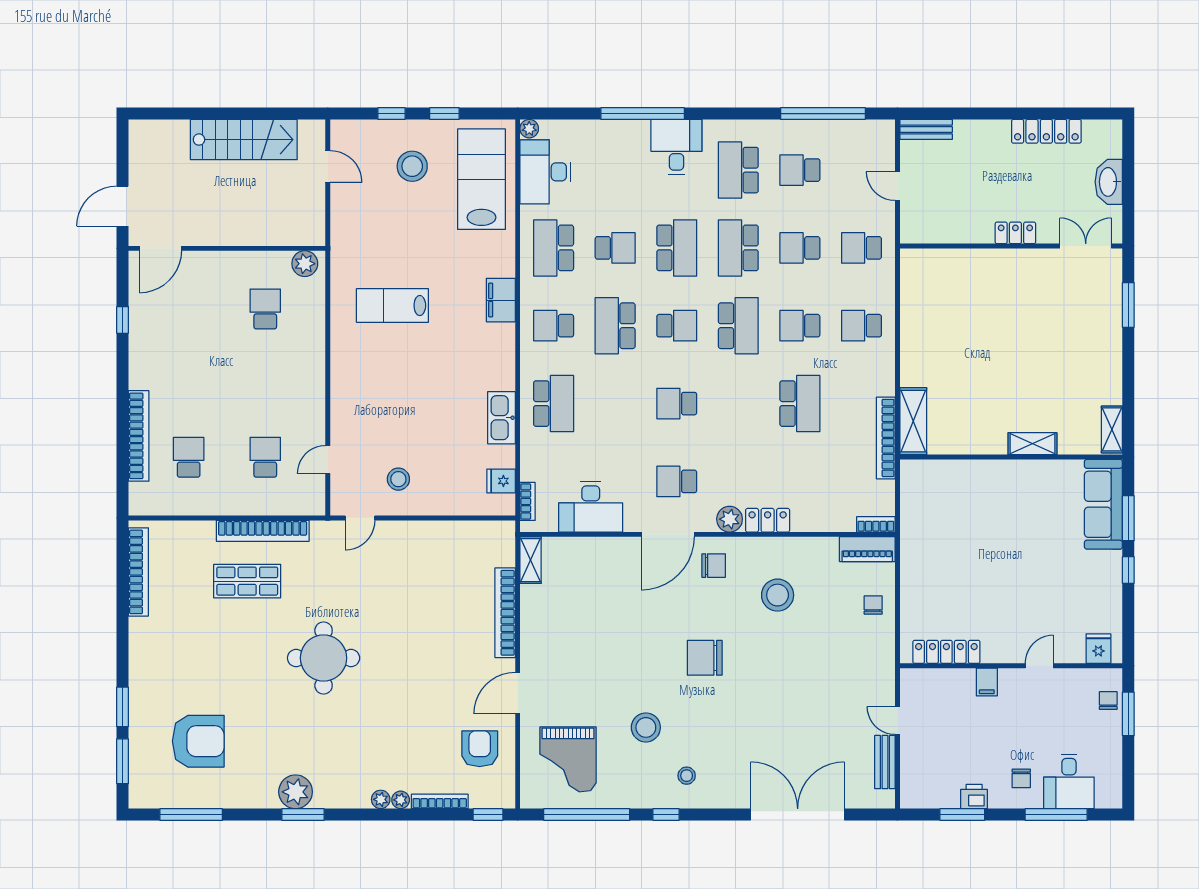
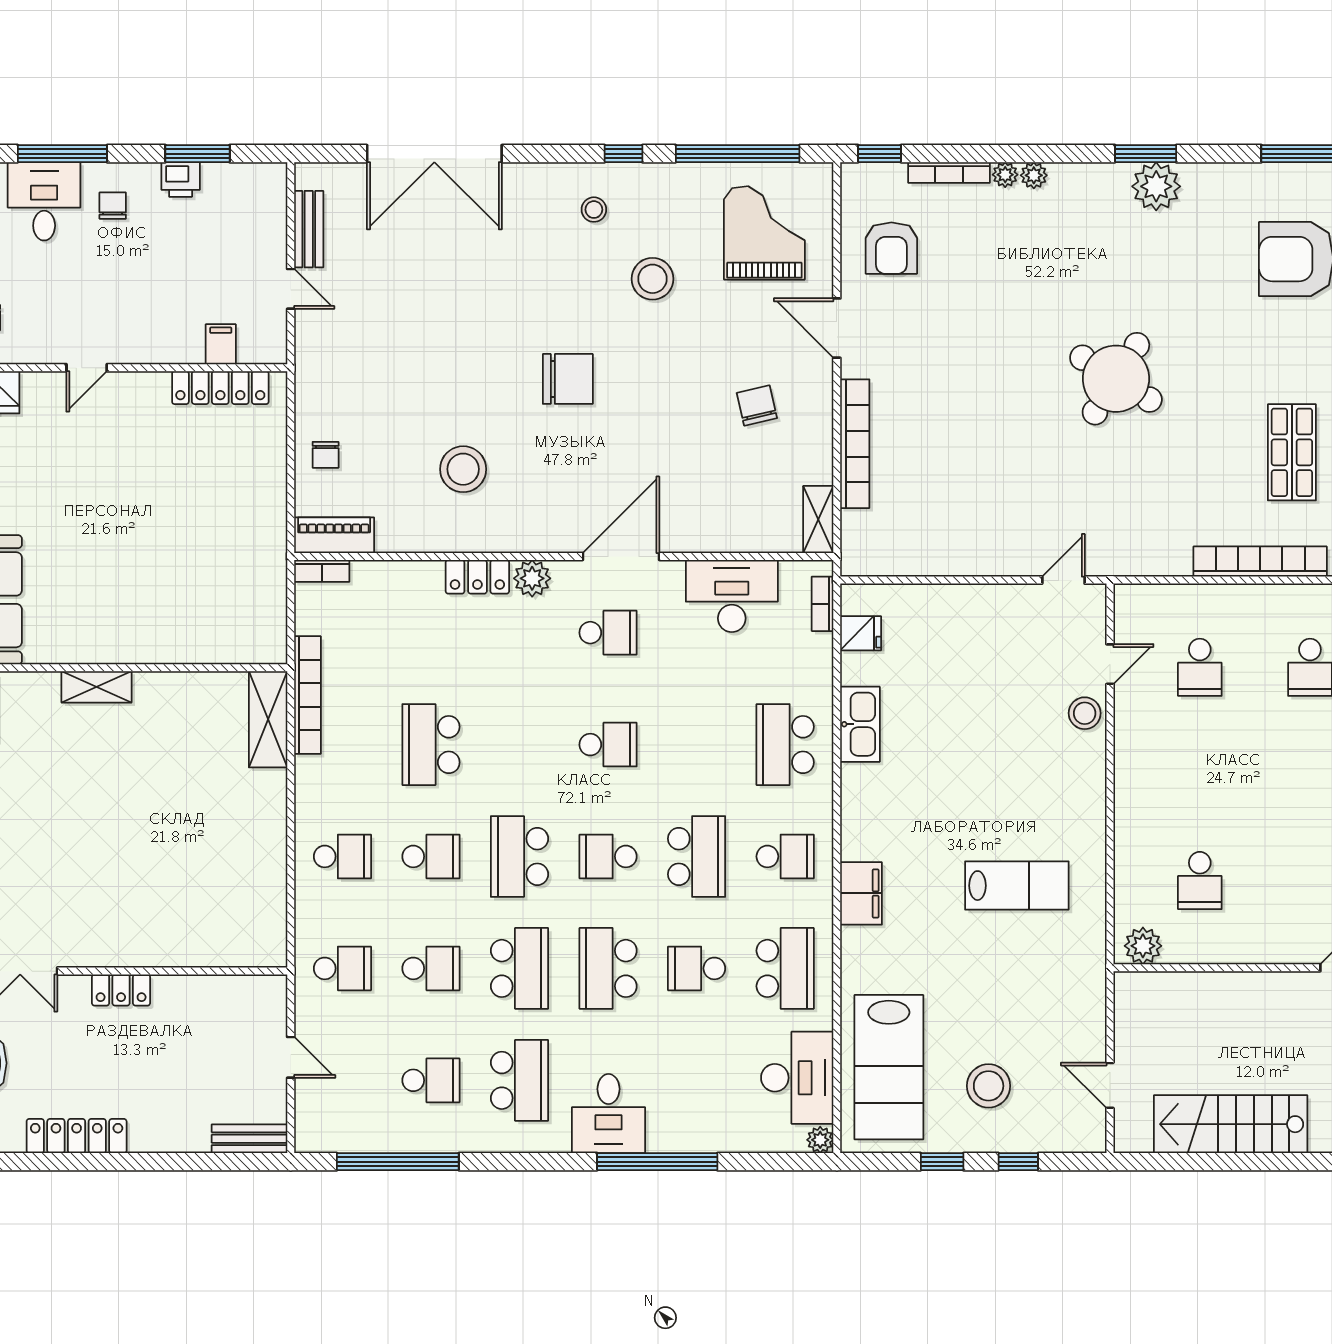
stool: (398, 479) -> (1085, 713), moved
bookcase: (263, 531) -> (1260, 562), moved
chair: (714, 566) -> (757, 405), moved, turned 77
shop shelf: (247, 581) -> (1292, 452), moved, turned 90
round table: (324, 658) -> (1116, 379), turned 32
filing cabinet: (987, 682) -> (221, 344), moved
door: (518, 693) -> (837, 328), swing flipped

